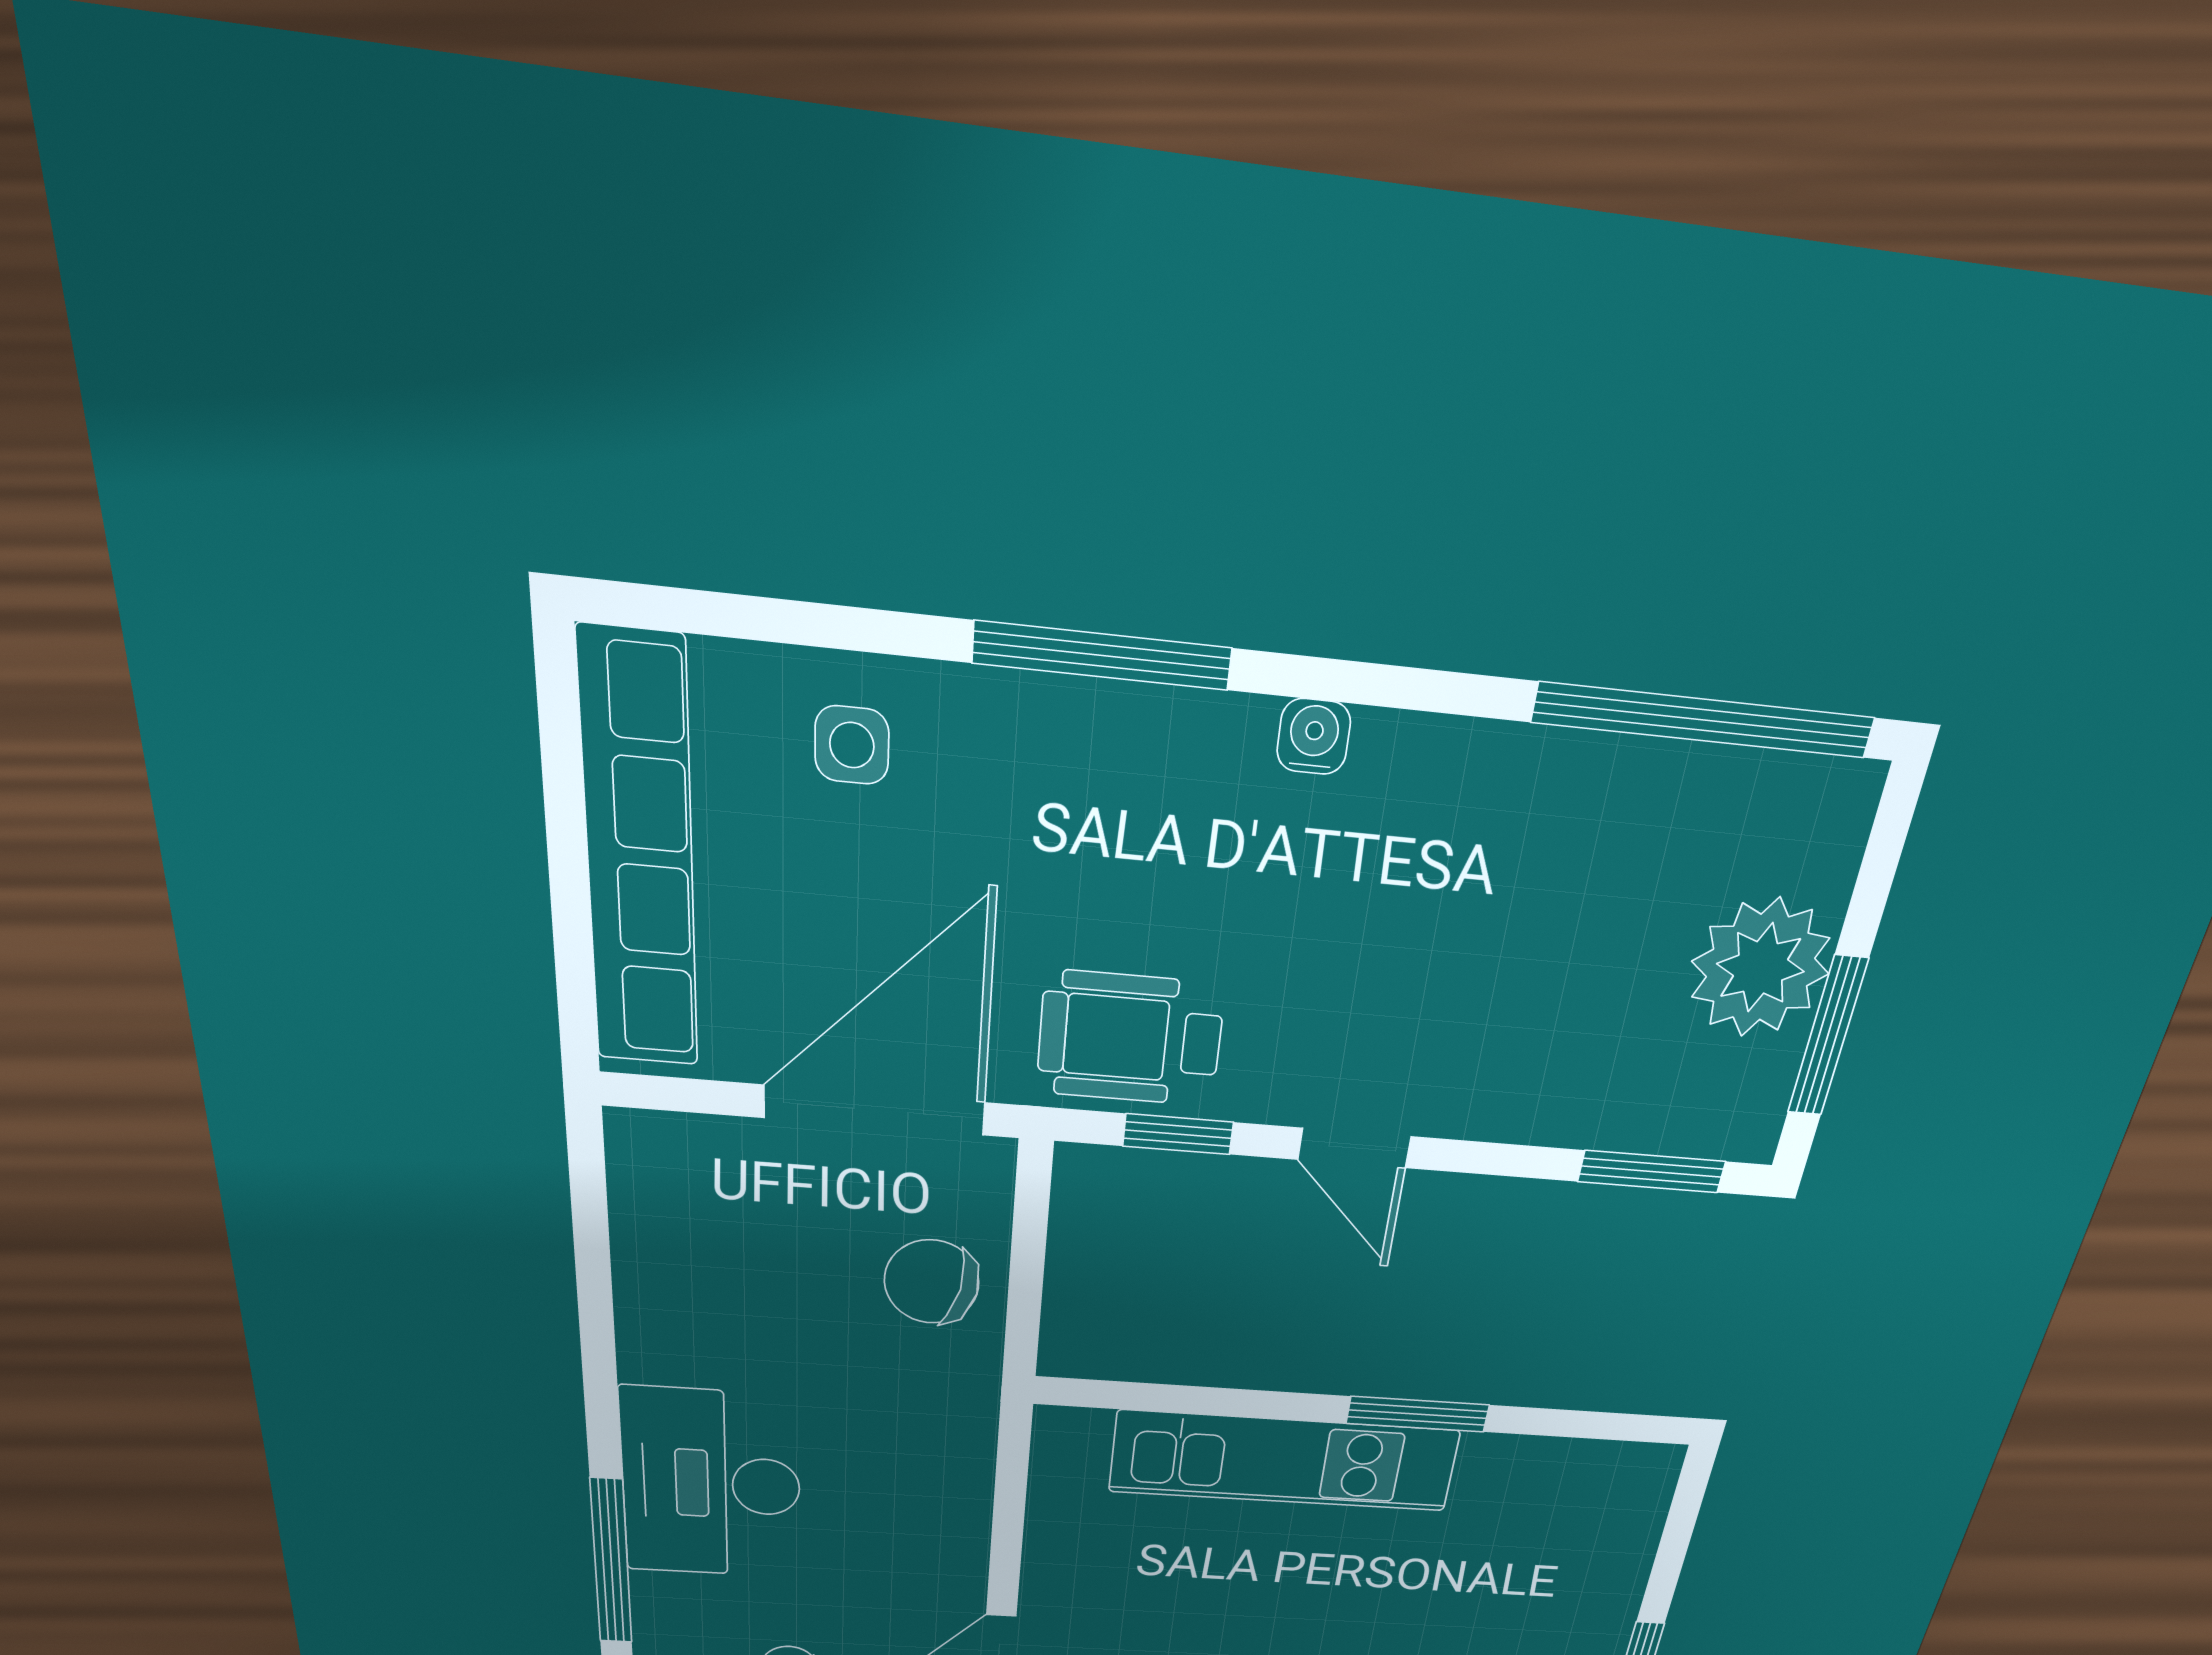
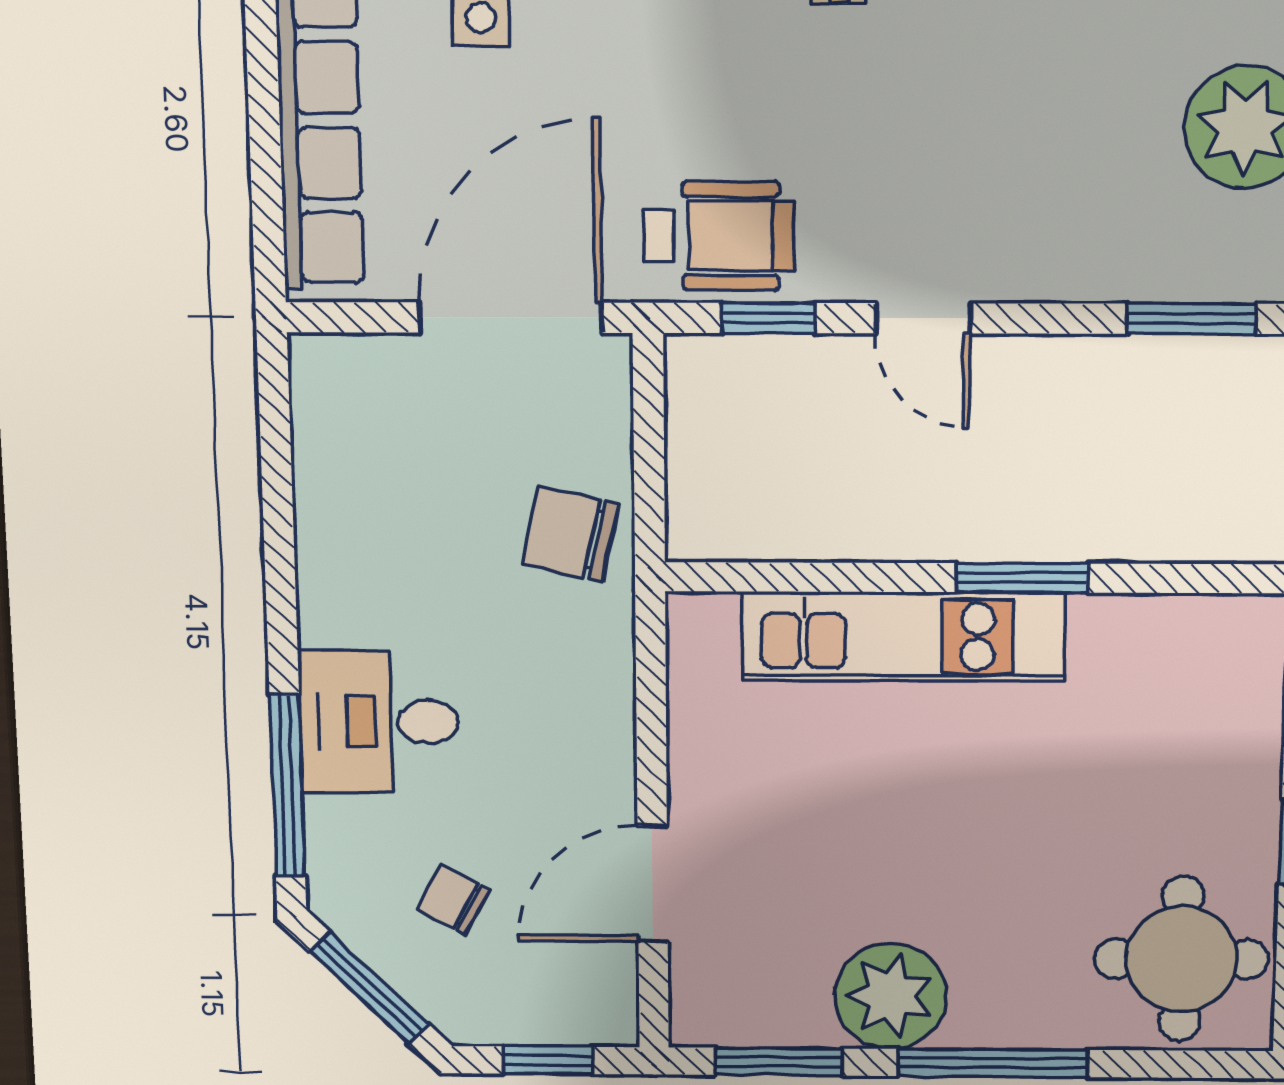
wheelchair: (1130, 1038) -> (719, 236), turned 180
chair: (932, 1282) -> (570, 534), moved
desk: (711, 1484) -> (379, 722), width x0.73

